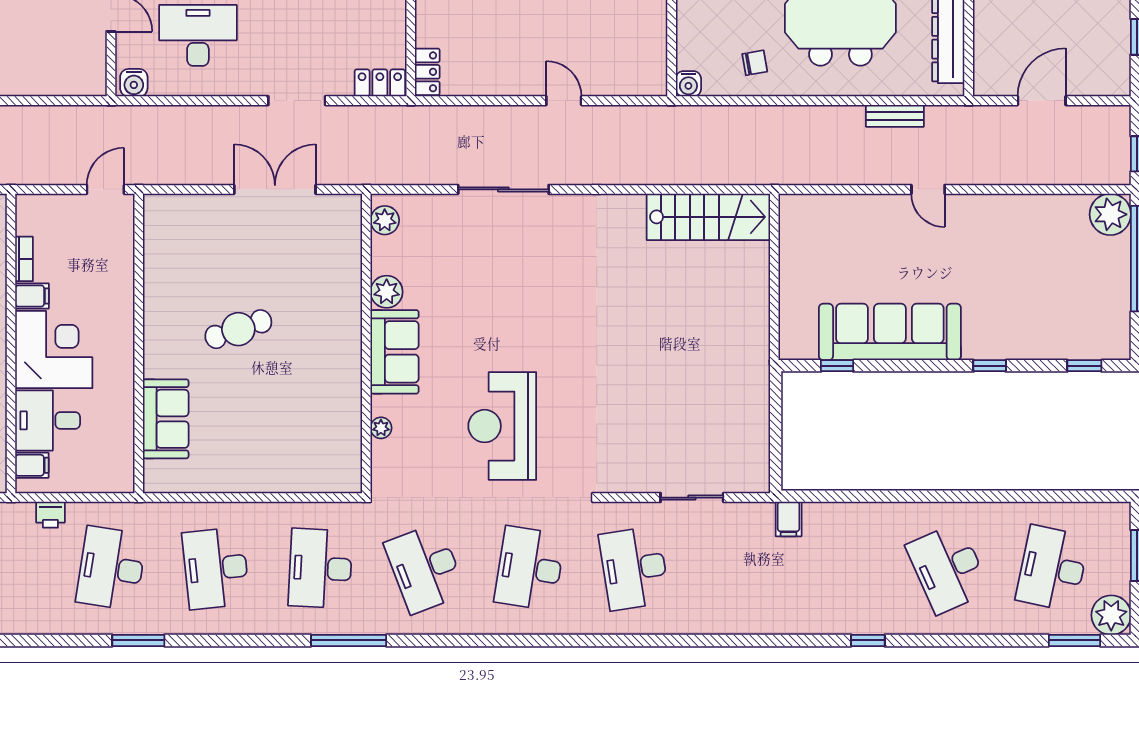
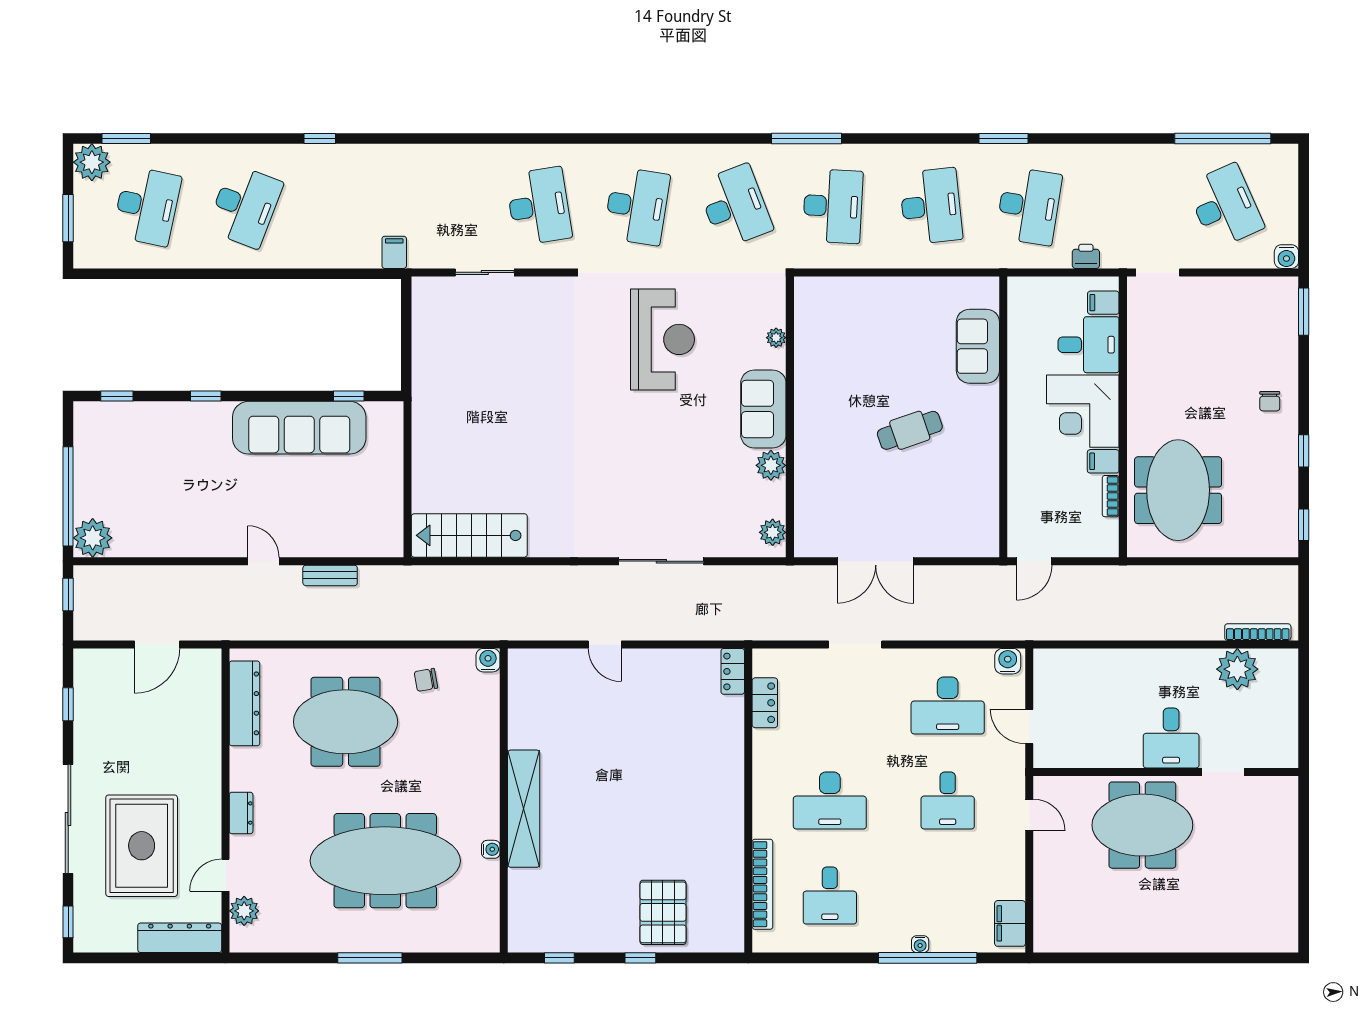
locker: (380, 83) -> (765, 703), moved, turned -90
bench: (895, 116) -> (330, 575), moved
desk: (948, 568) -> (245, 206), turned 45

